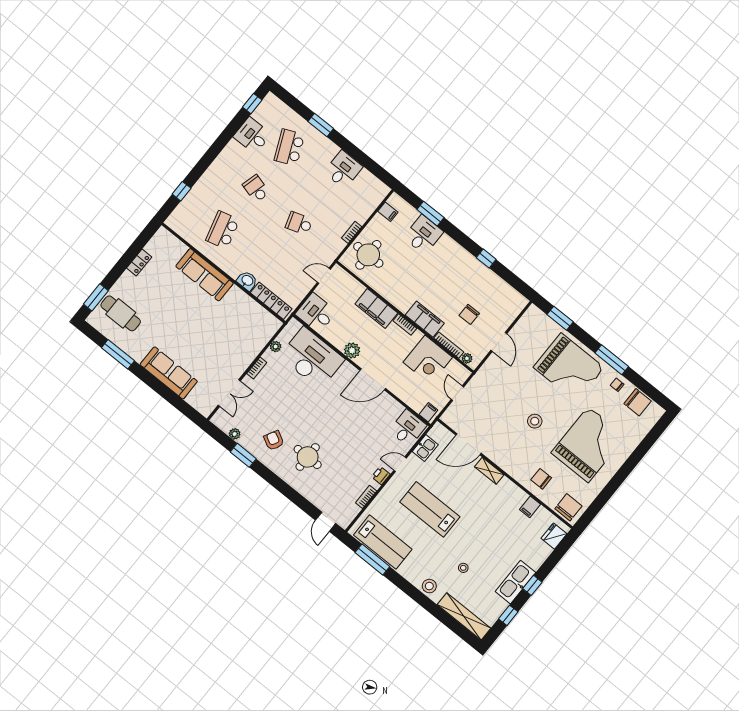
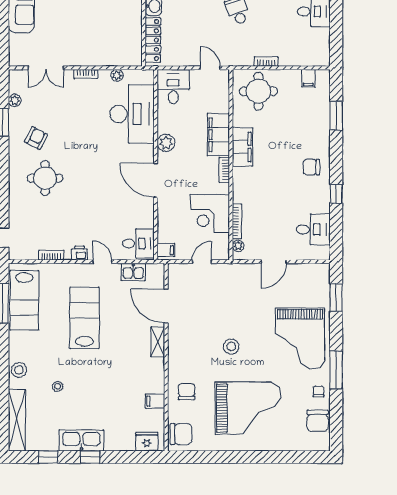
desk: (423, 235) -> (313, 229), moved
chair: (469, 314) -> (311, 167), moved
filing cabinet: (425, 319) -> (242, 147), moved

